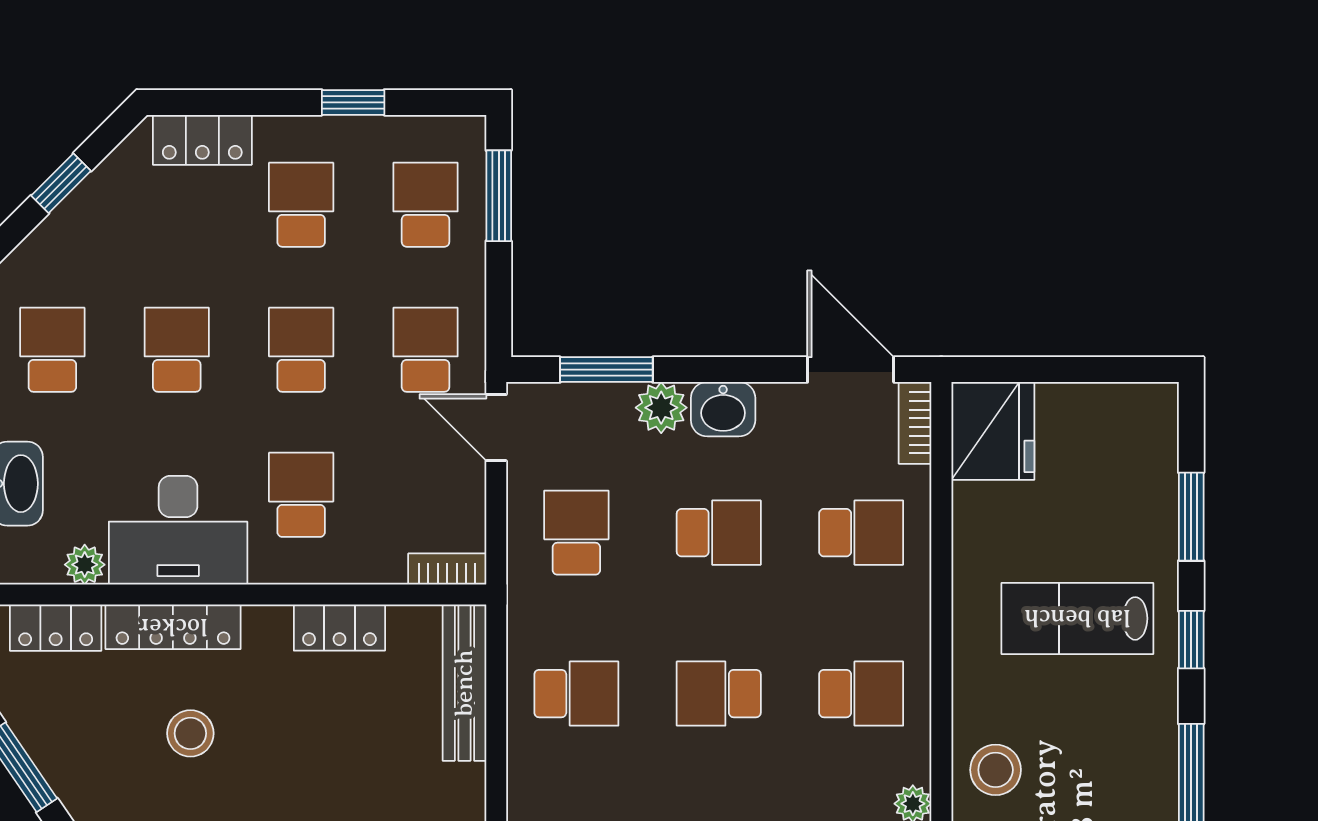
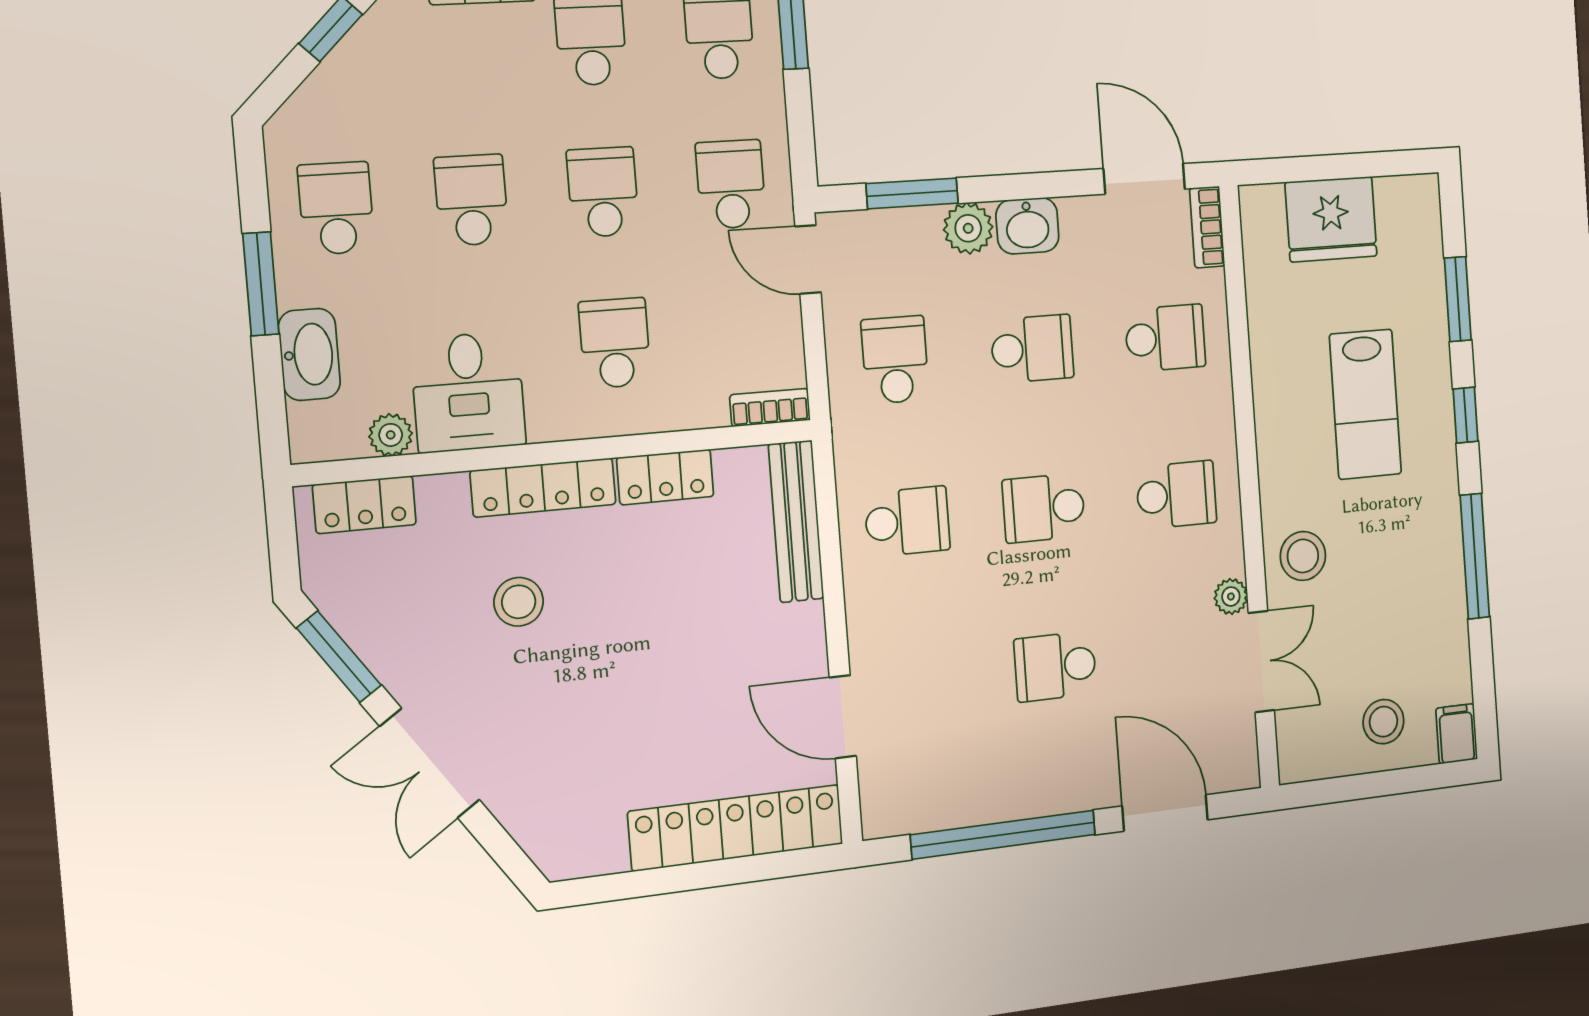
fridge: (993, 431) -> (1331, 219), moved, turned 90
desk: (178, 530) -> (468, 392), width x0.73
lab bench: (1077, 618) -> (1365, 404), turned -90
locker: (173, 627) -> (543, 487), moved

